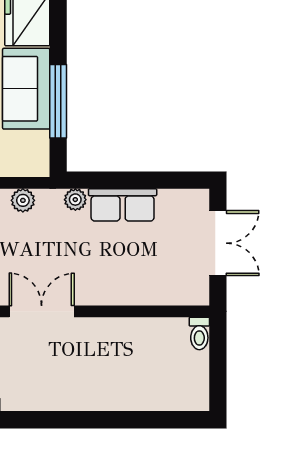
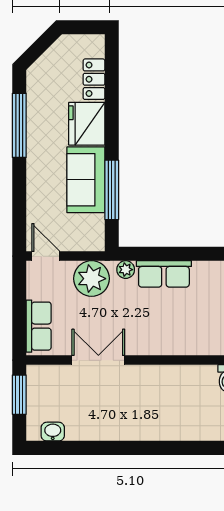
plant: (23, 200) -> (92, 279), width x1.88, depth x1.88

